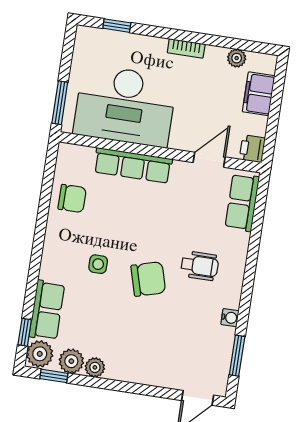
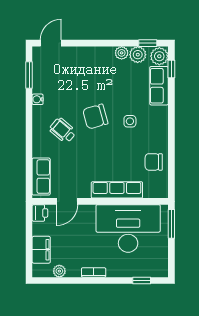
wheelchair: (200, 266) -> (63, 131), turned 40

